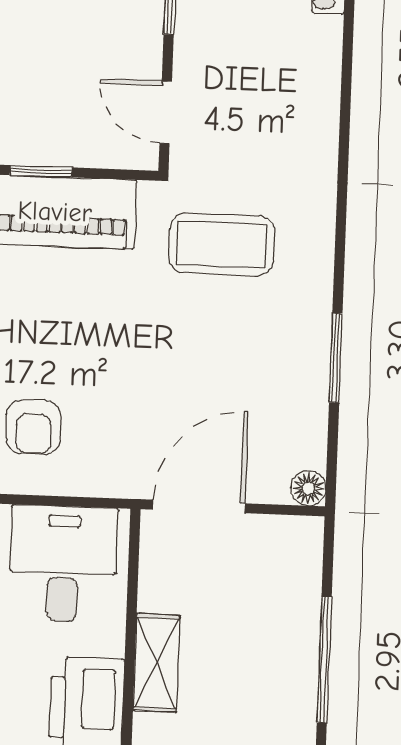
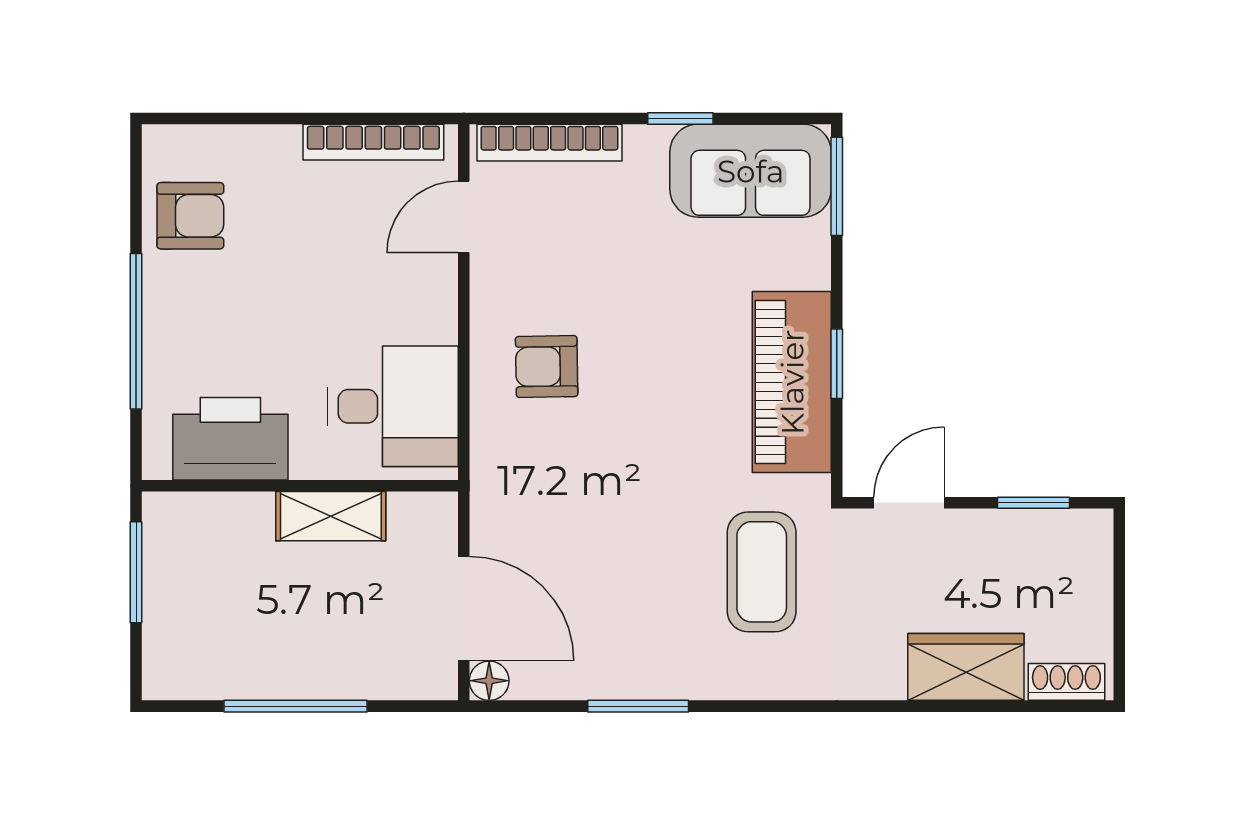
wardrobe: (312, 68) -> (966, 667), added
door: (199, 506) -> (464, 608), moved
shelving: (156, 663) -> (331, 516), moved

